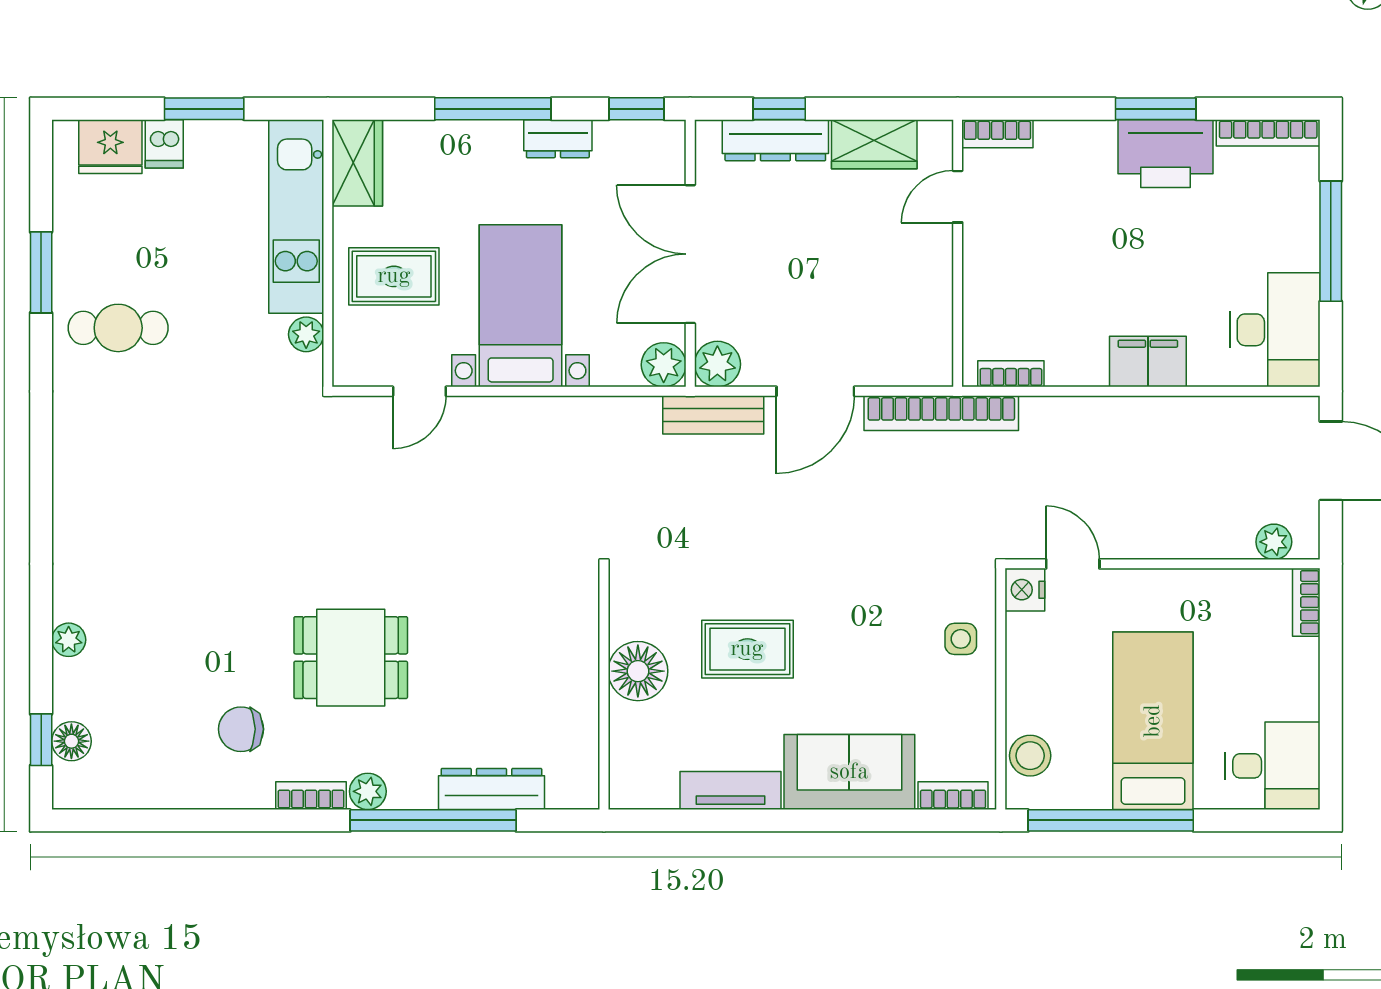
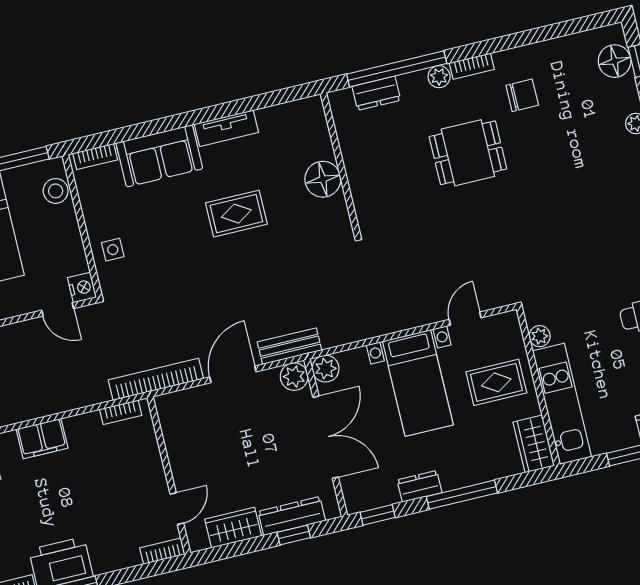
floor lamp: (638, 671) -> (323, 179), moved
wall: (604, 689) -> (340, 164), moved
floor lamp: (71, 741) -> (615, 61), width x1.38, depth x1.38
dresser: (491, 789) -> (376, 93), width x0.70

